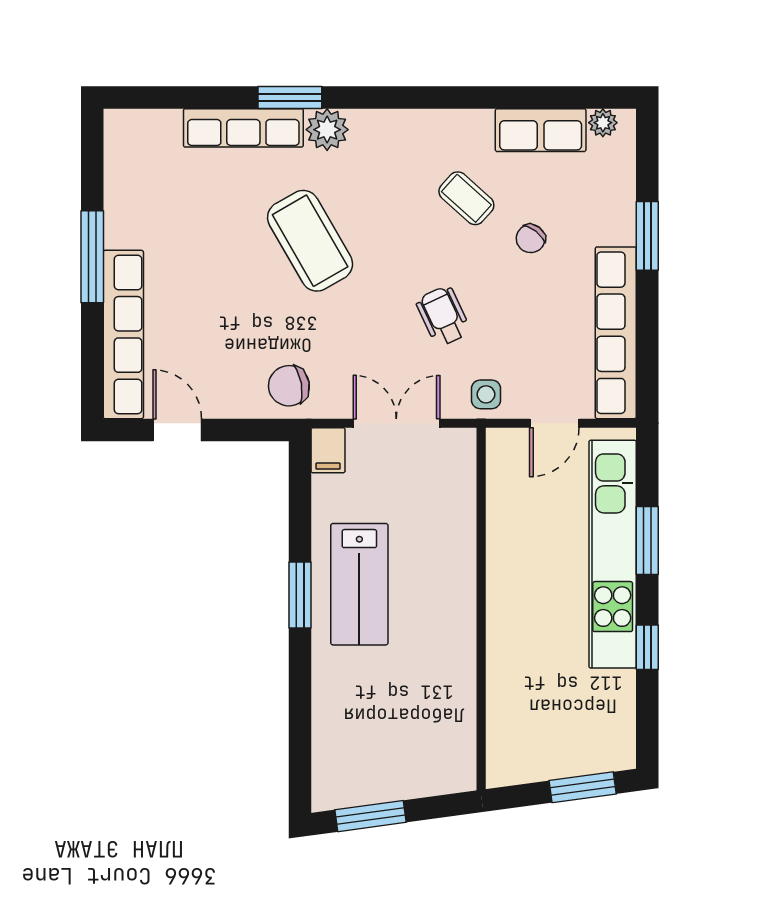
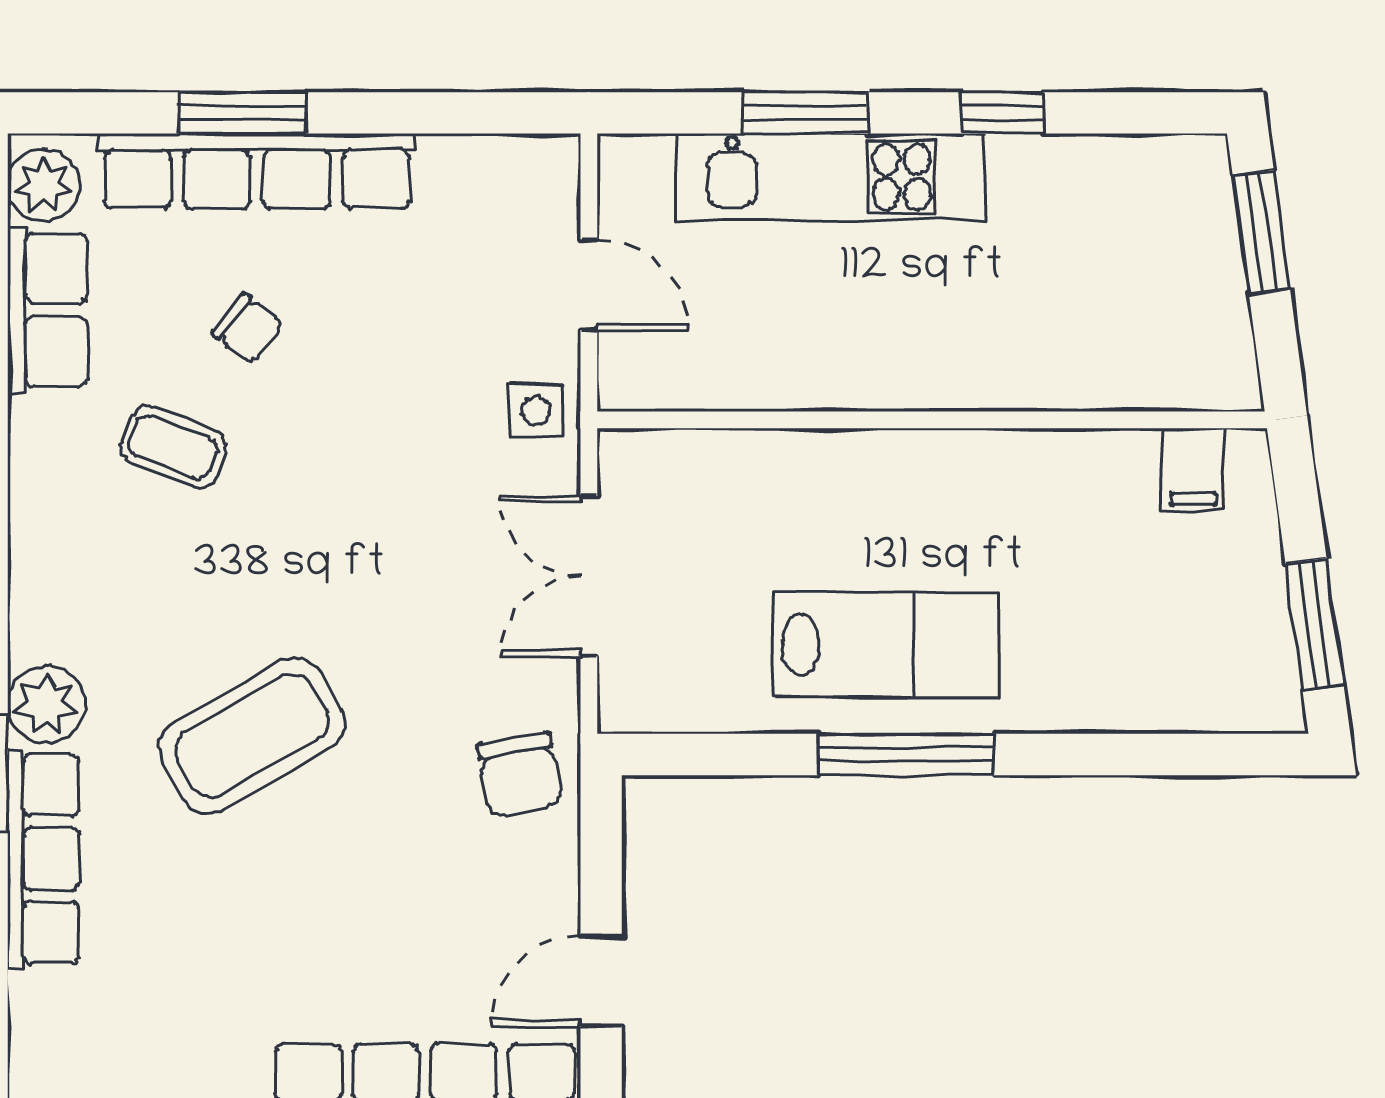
plant: (603, 123) -> (44, 185), width x1.38, depth x1.38
coffee table: (466, 198) -> (173, 447), turned 69
wheelchair: (443, 316) -> (391, 490), removed
row of seats: (616, 333) -> (257, 171), moved
filing cabinet: (328, 450) -> (1193, 470), moved, turned 90
kitchen unit: (613, 554) -> (831, 177), width x0.73
window: (300, 595) -> (906, 754), width x1.44

